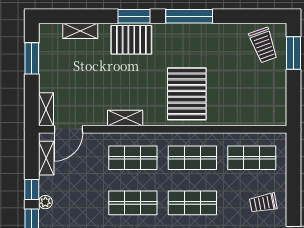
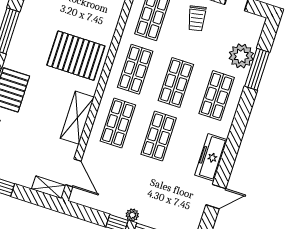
shelving: (125, 118) -> (77, 118), width x1.50, depth x1.33
shelving: (46, 158) -> (93, 201), removed

